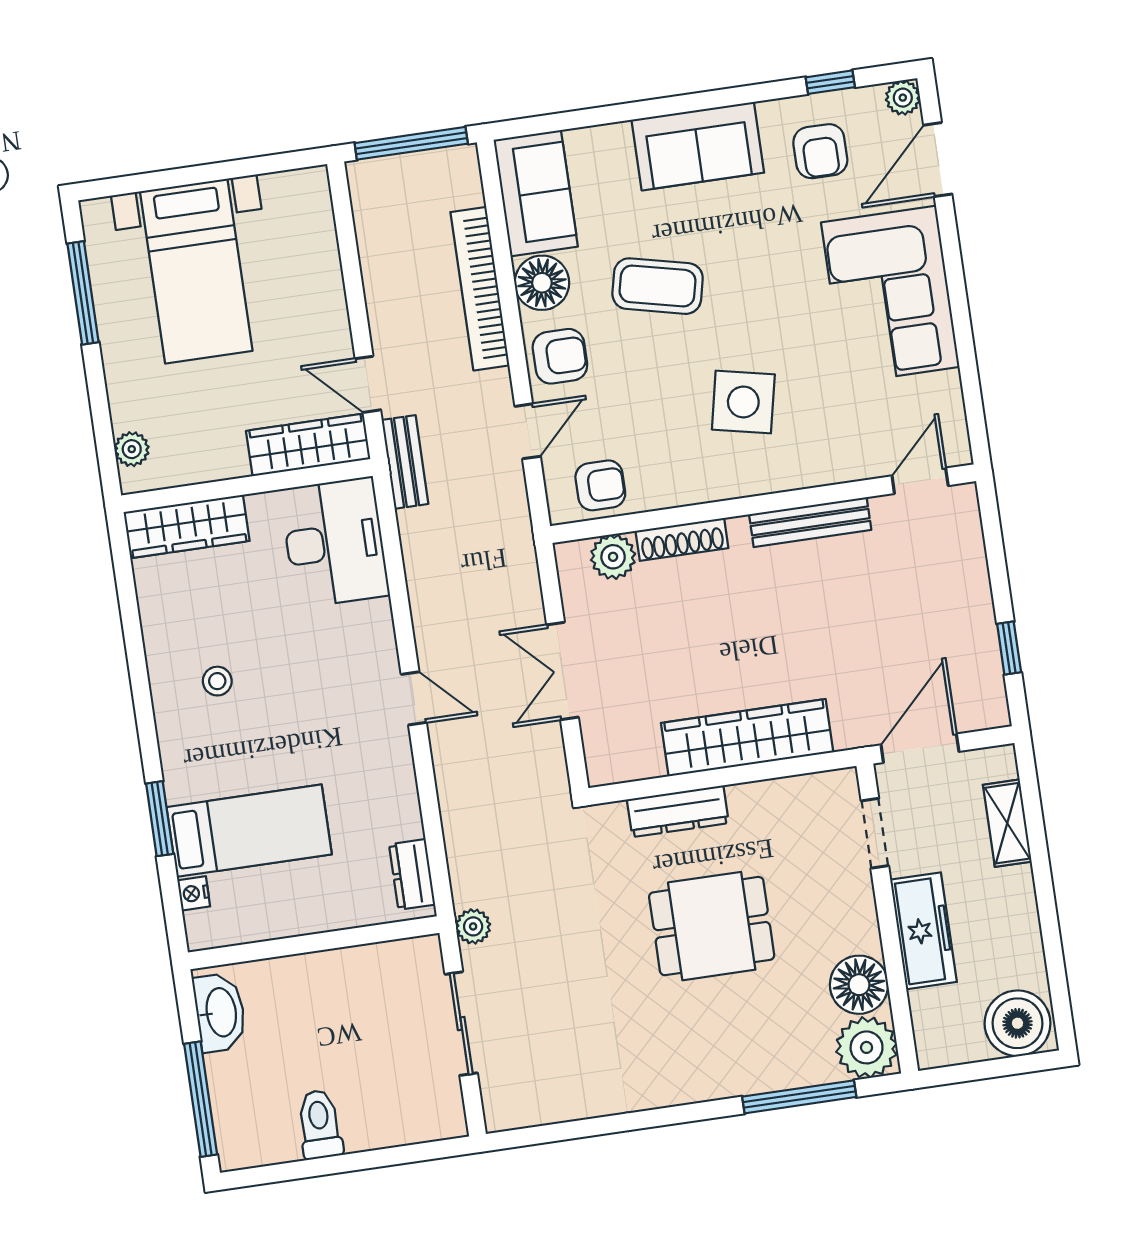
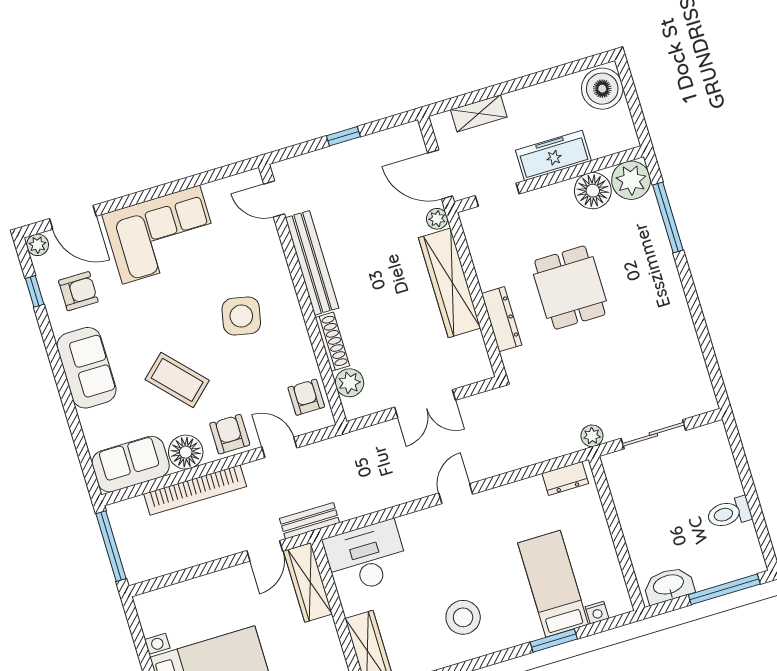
coffee table: (658, 286) -> (177, 380), turned -56
bench: (810, 522) -> (312, 263), width x1.37, depth x1.21
window: (1009, 648) -> (343, 136), moved
stool: (217, 681) -> (463, 617), width x1.89, depth x1.89
plant: (851, 733) -> (437, 219), added

